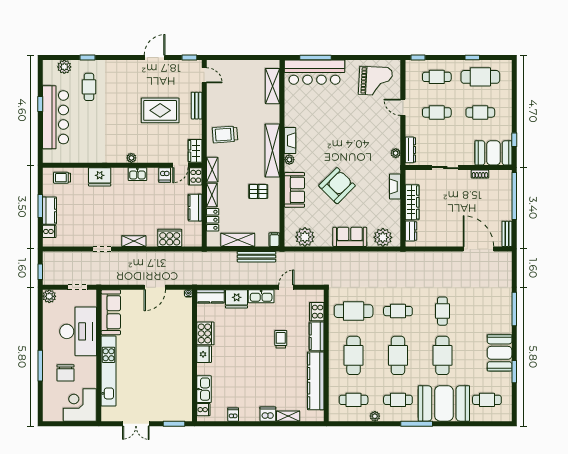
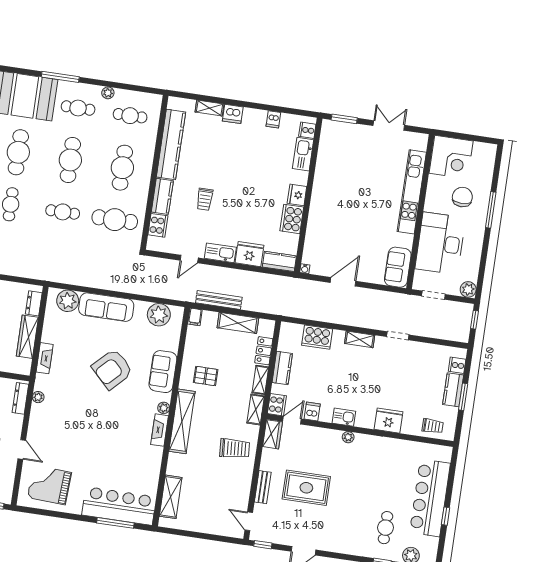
sofa: (350, 237) -> (106, 307), width x1.36
sofa: (111, 312) -> (398, 267), width x0.73

